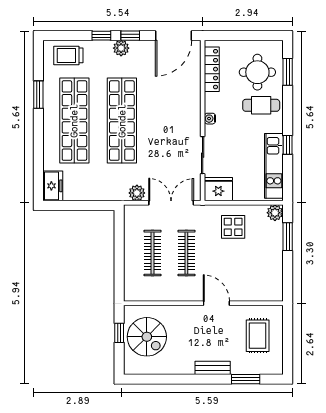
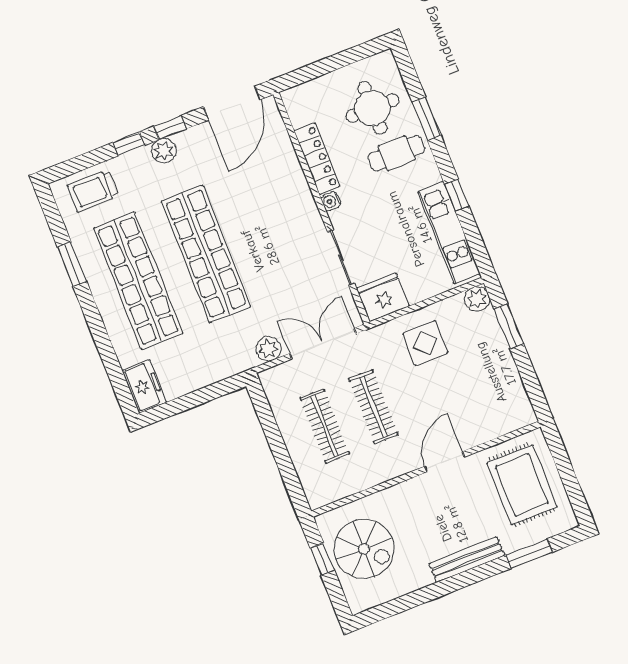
locker: (212, 69) -> (317, 158), moved
window: (288, 72) -> (427, 119), moved
door: (216, 303) -> (445, 462), hinge flipped
rug: (258, 336) -> (522, 485), width x1.36, depth x1.43
bench: (213, 368) -> (467, 560), width x1.36

